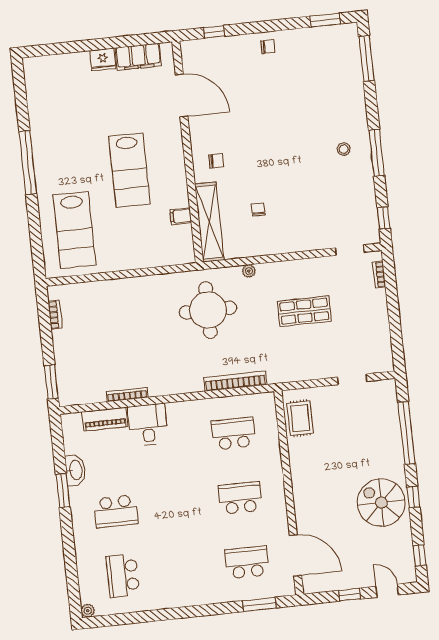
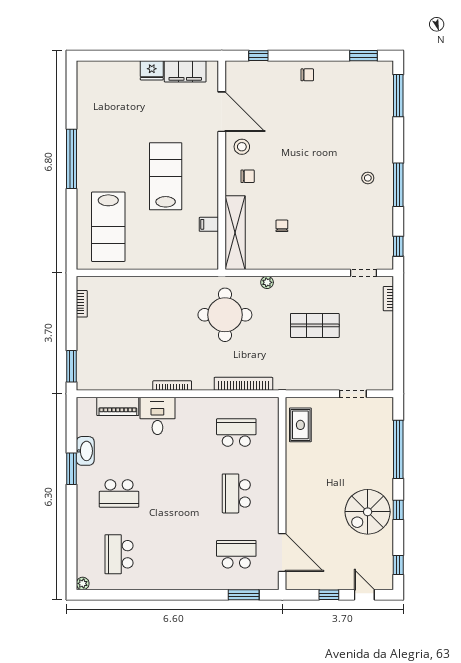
stool: (207, 130) -> (242, 147), added
lab bench: (129, 170) -> (166, 176), turned 180
bookcase: (127, 395) -> (172, 386), moved
school desk: (240, 498) -> (236, 493), turned -90
spiral stairs: (381, 503) -> (368, 512), turned -90

